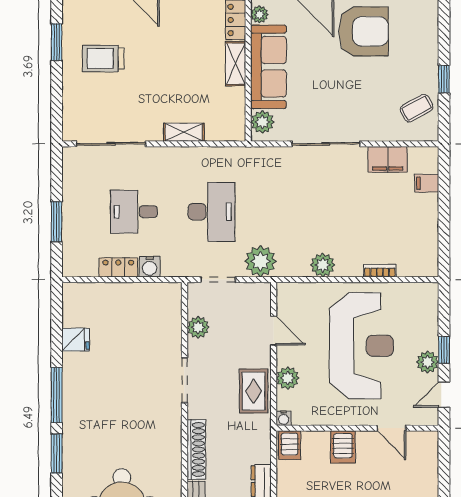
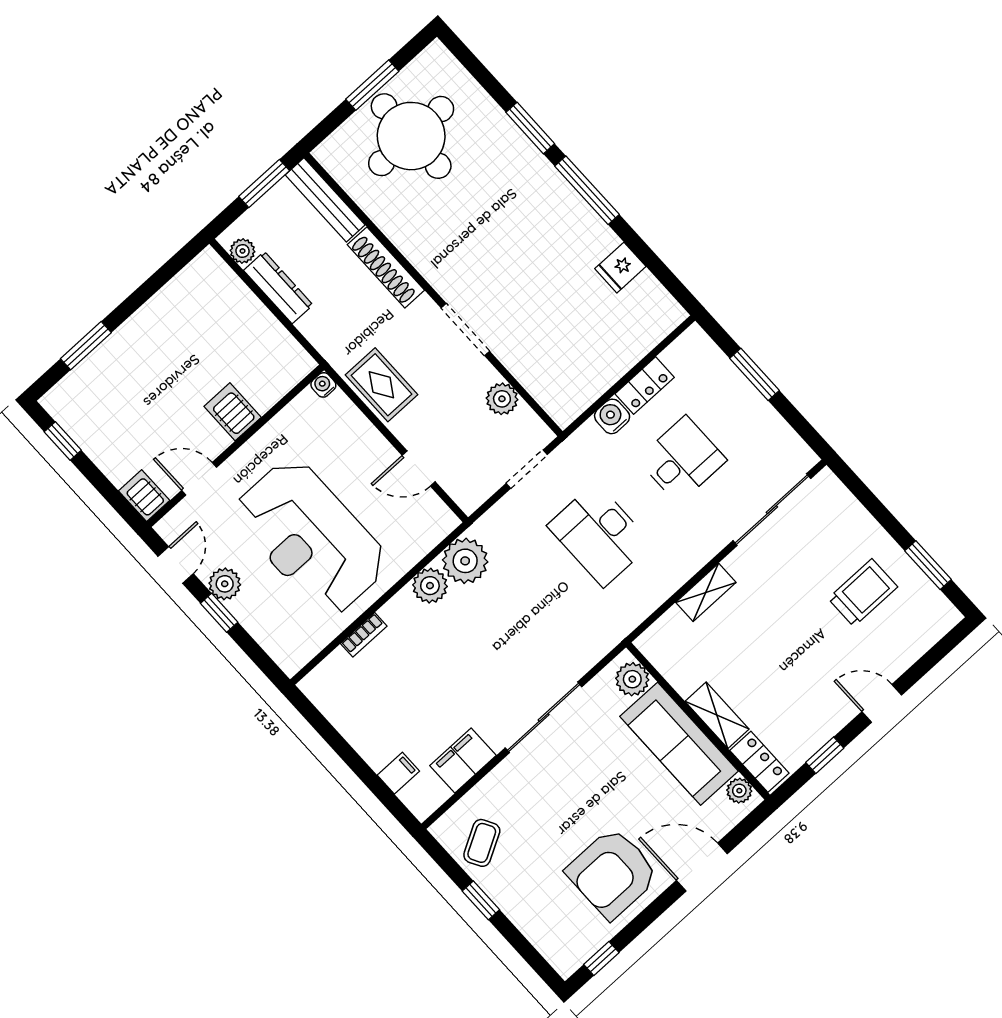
plant: (260, 261) -> (465, 561), moved
plant: (288, 378) -> (358, 432), removed
server rack: (290, 445) -> (144, 496), moved

